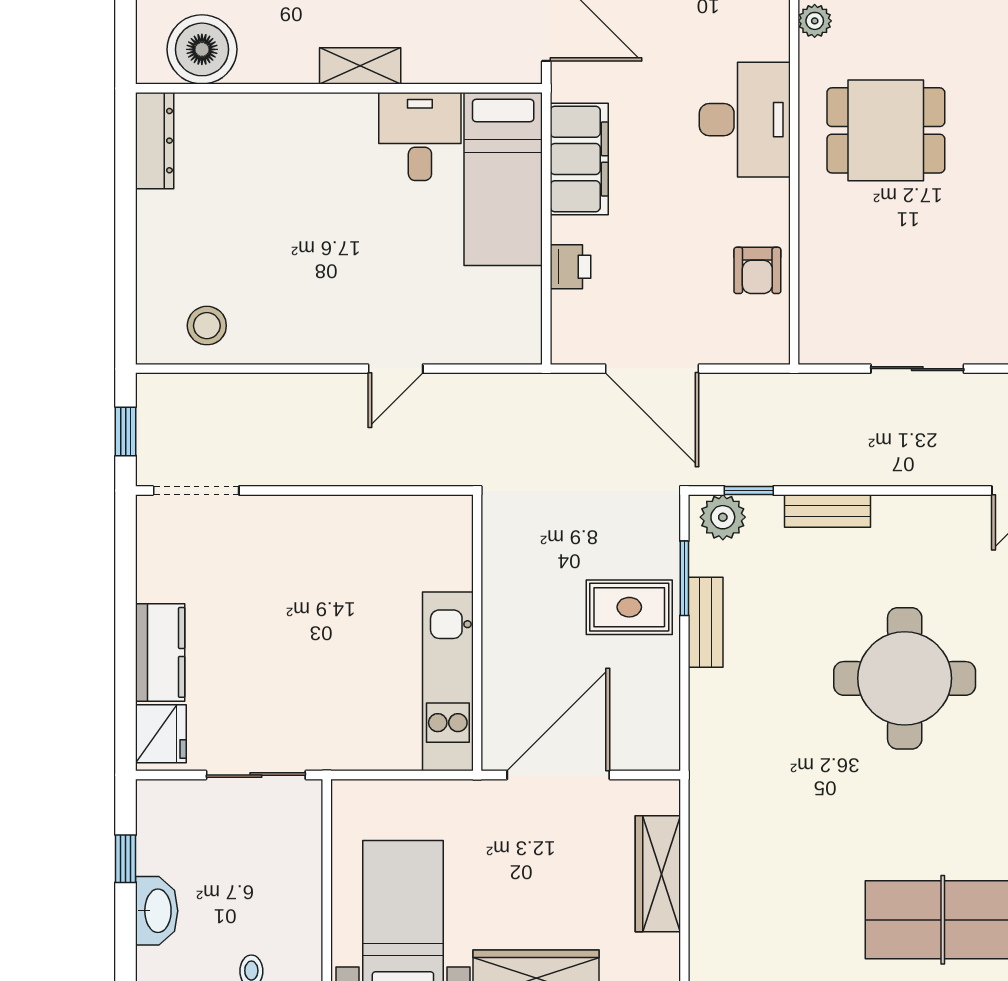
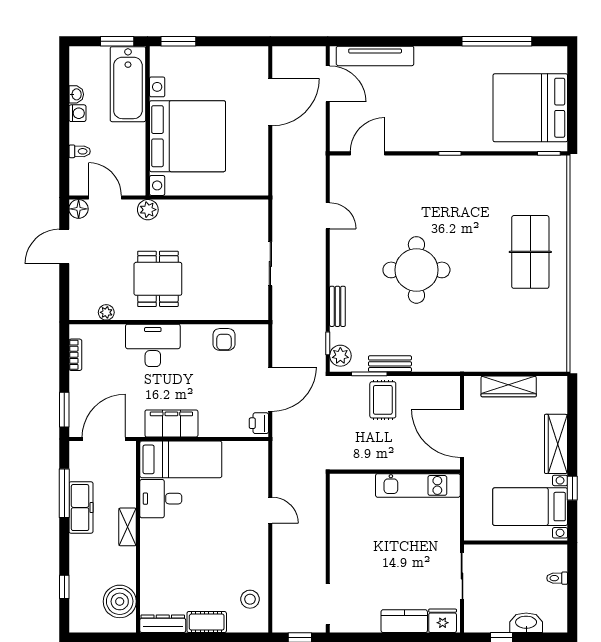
cot: (158, 234) -> (207, 622), added
printer: (570, 267) -> (259, 423), moved, turned -90
armchair: (757, 270) -> (224, 339), turned 90

